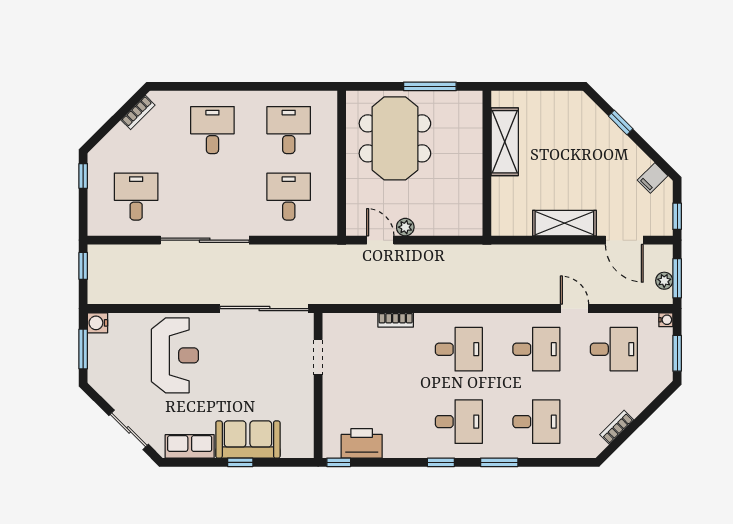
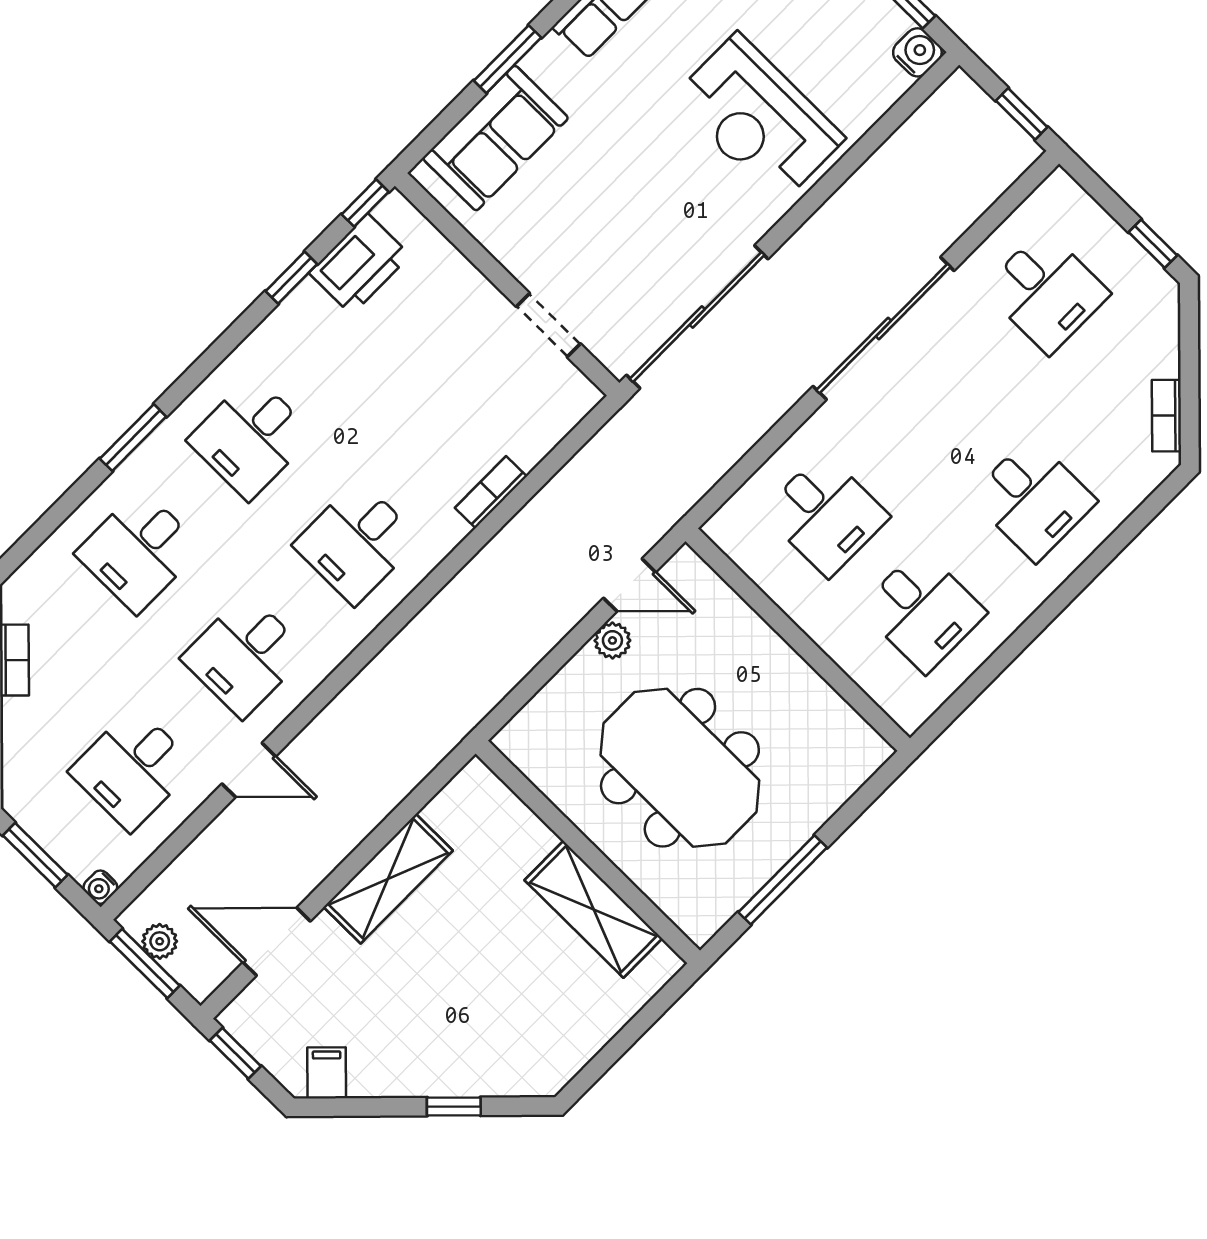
meeting table: (395, 138) -> (680, 768), moved
sofa: (248, 439) -> (495, 138), moved
window: (240, 462) -> (508, 59), width x1.50
window: (441, 462) -> (291, 278), moved

